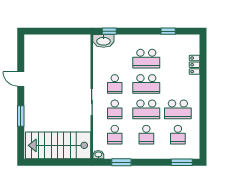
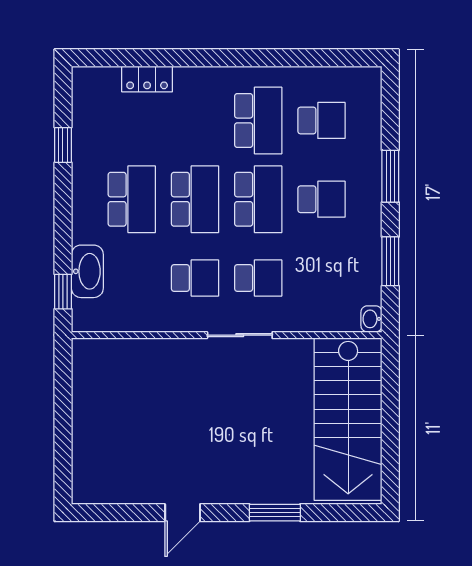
washbasin: (103, 41) -> (87, 271), moved
school desk: (115, 135) -> (322, 278), removed
window: (182, 162) -> (390, 176), moved

